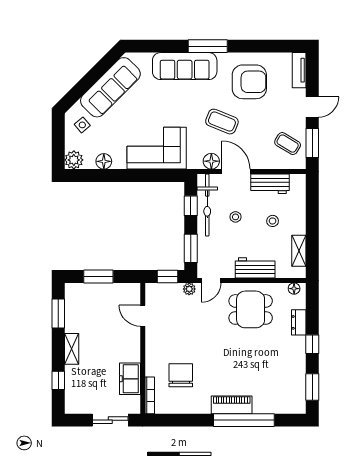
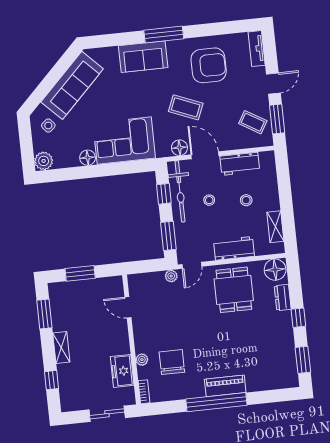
sofa: (185, 66) -> (143, 57), width x0.73
floor lamp: (104, 161) -> (88, 158), moved
window: (167, 277) -> (148, 266), removed
floor lamp: (294, 289) -> (275, 270), width x1.89, depth x1.89
dining table: (251, 309) -> (234, 290), turned 90
plant: (151, 370) -> (142, 360), added
bookcase: (150, 395) -> (144, 392), width x0.64
window: (244, 420) -> (216, 402), moved

